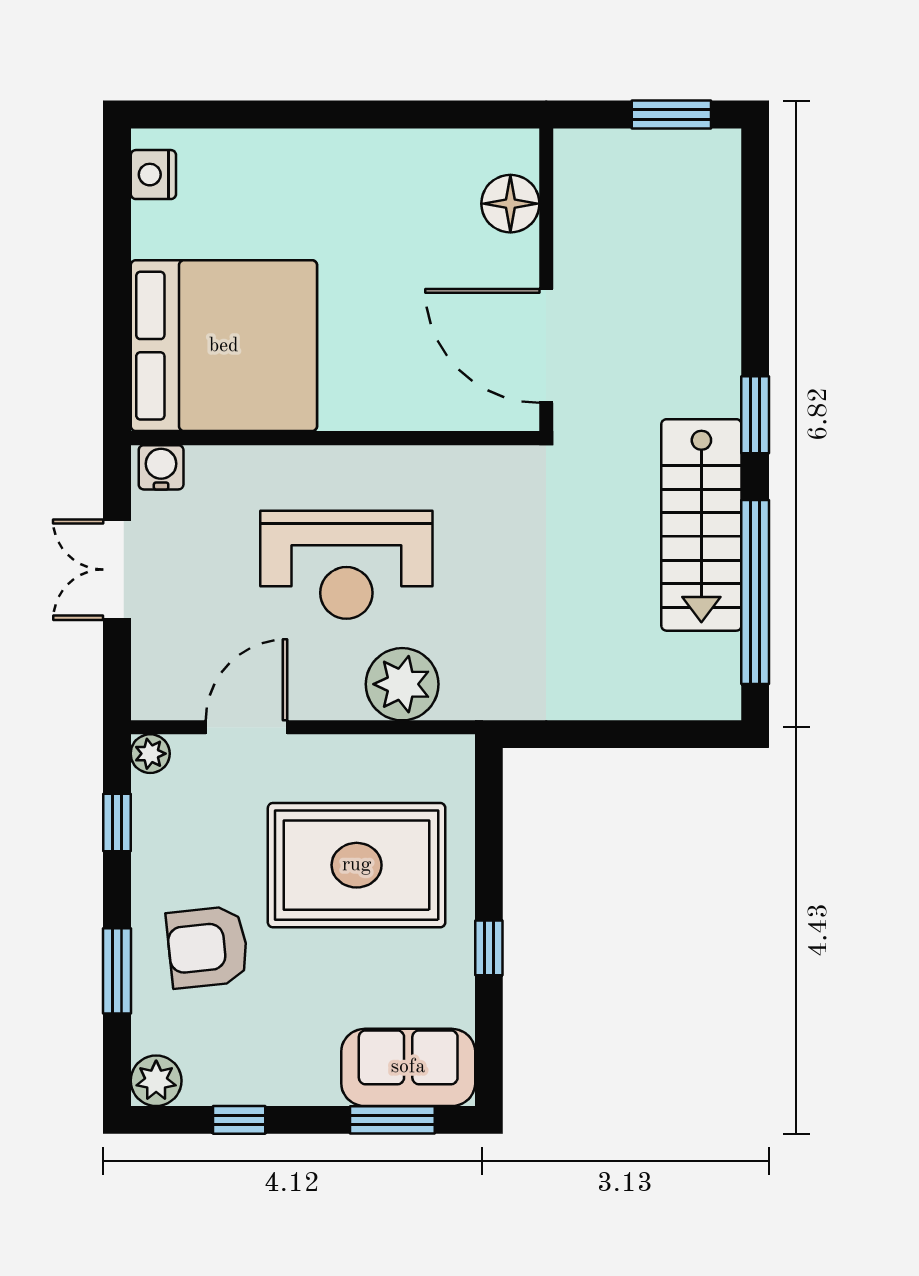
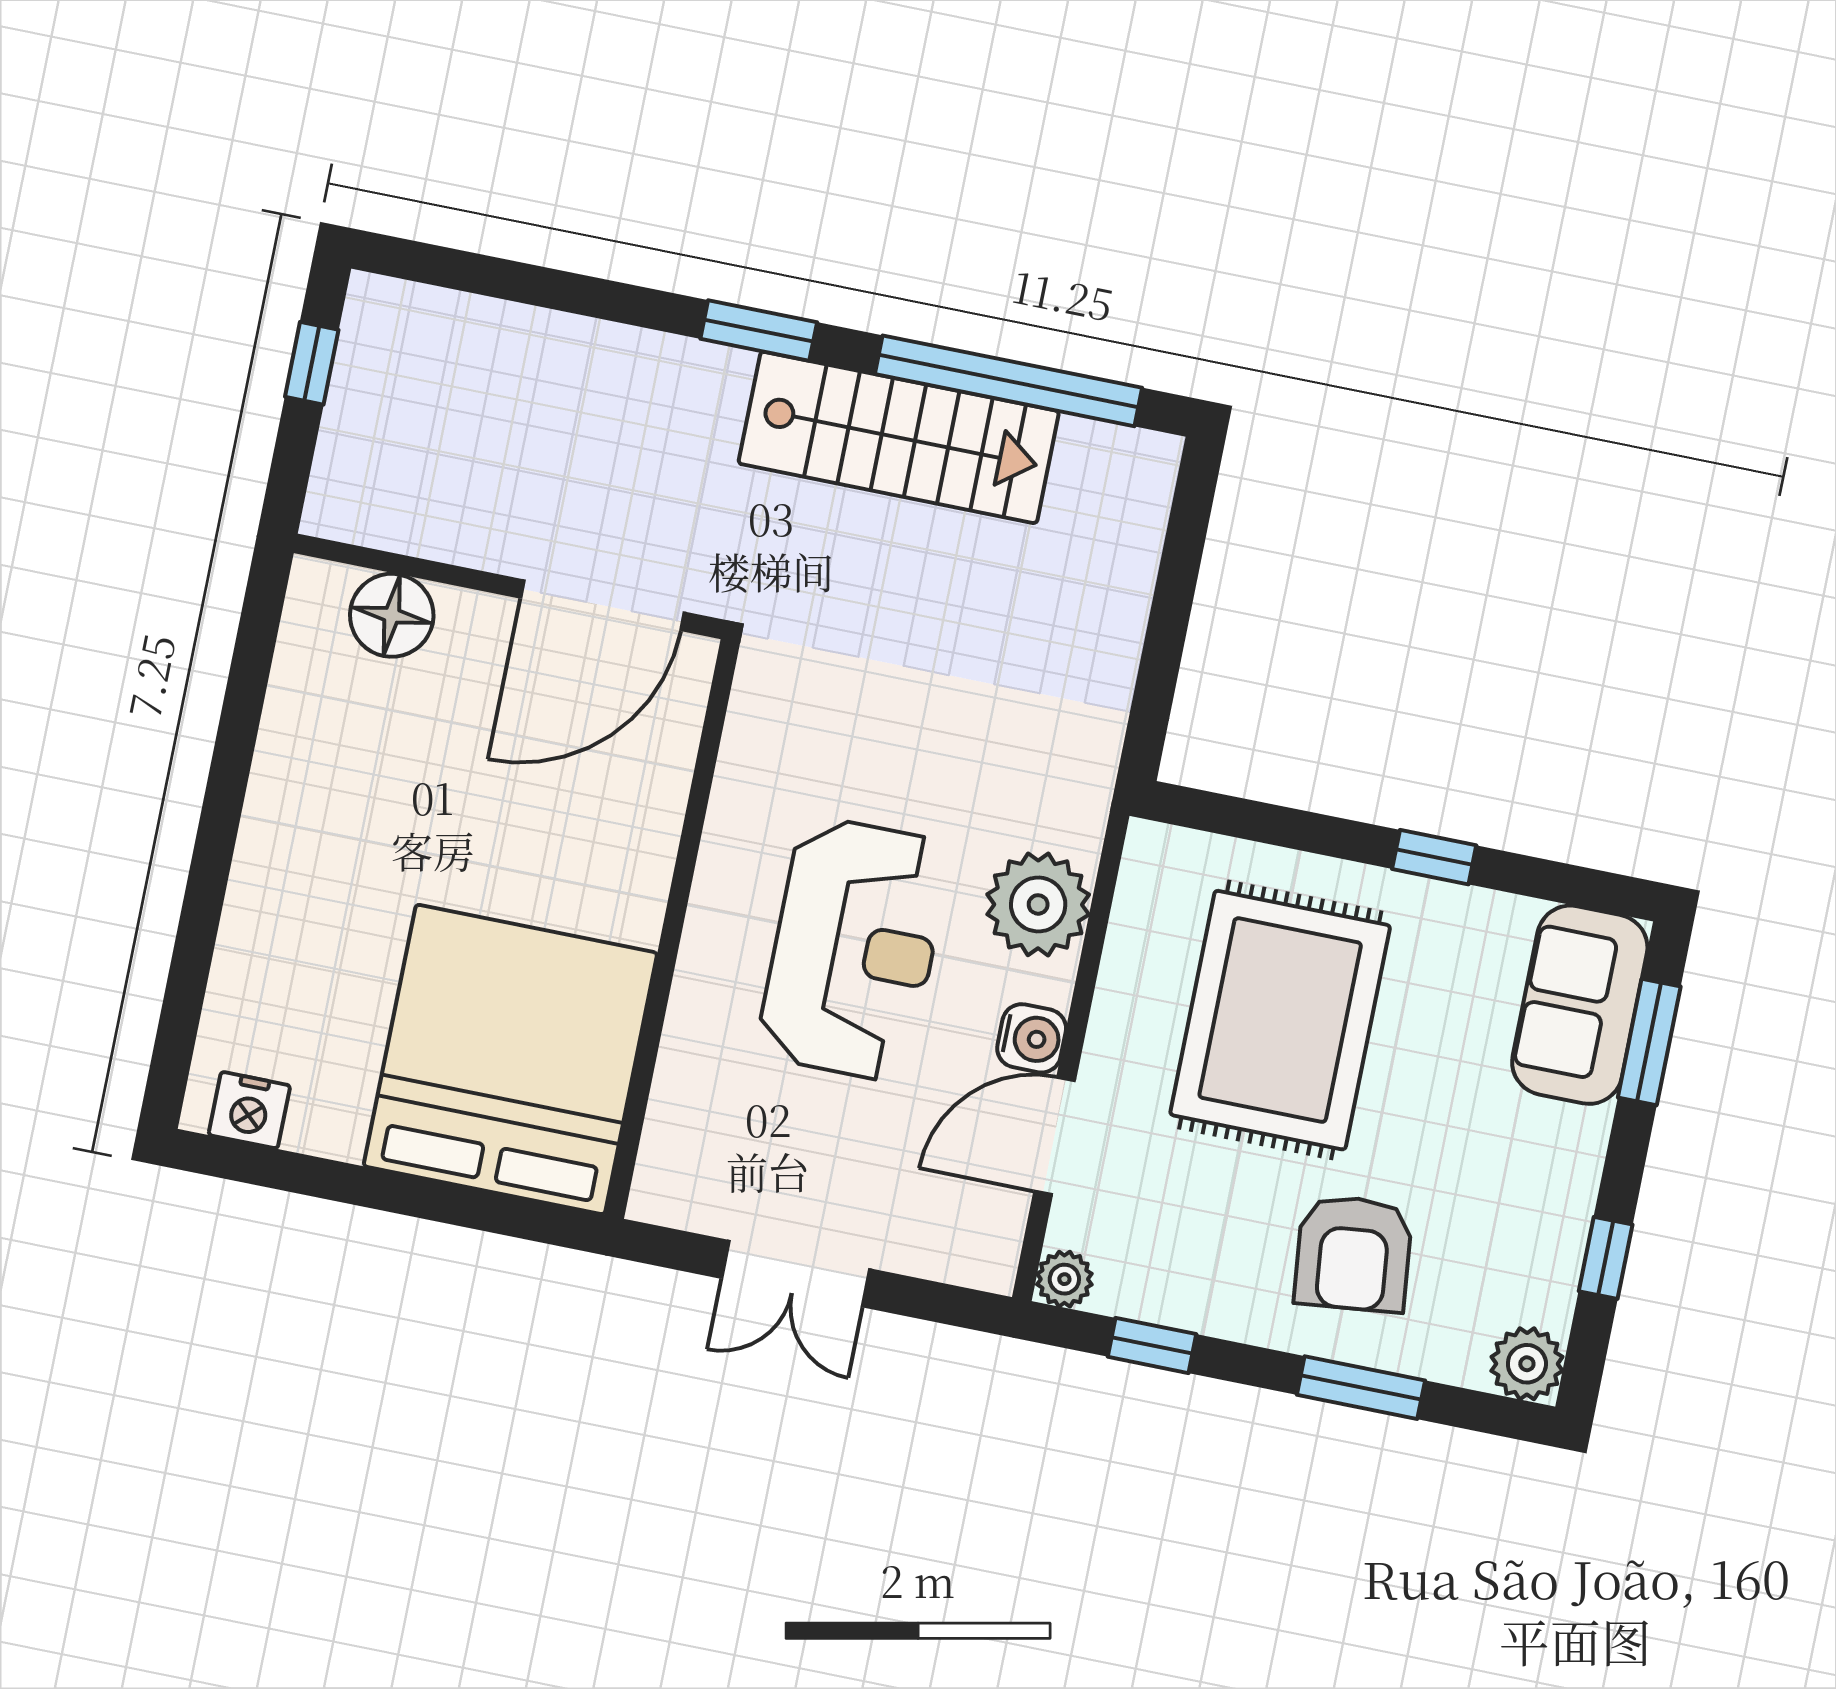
window: (671, 114) -> (312, 363), width x0.67
water cooler: (161, 467) -> (1032, 1038), moved, turned 180
door: (246, 727) -> (1055, 1136), hinge flipped

